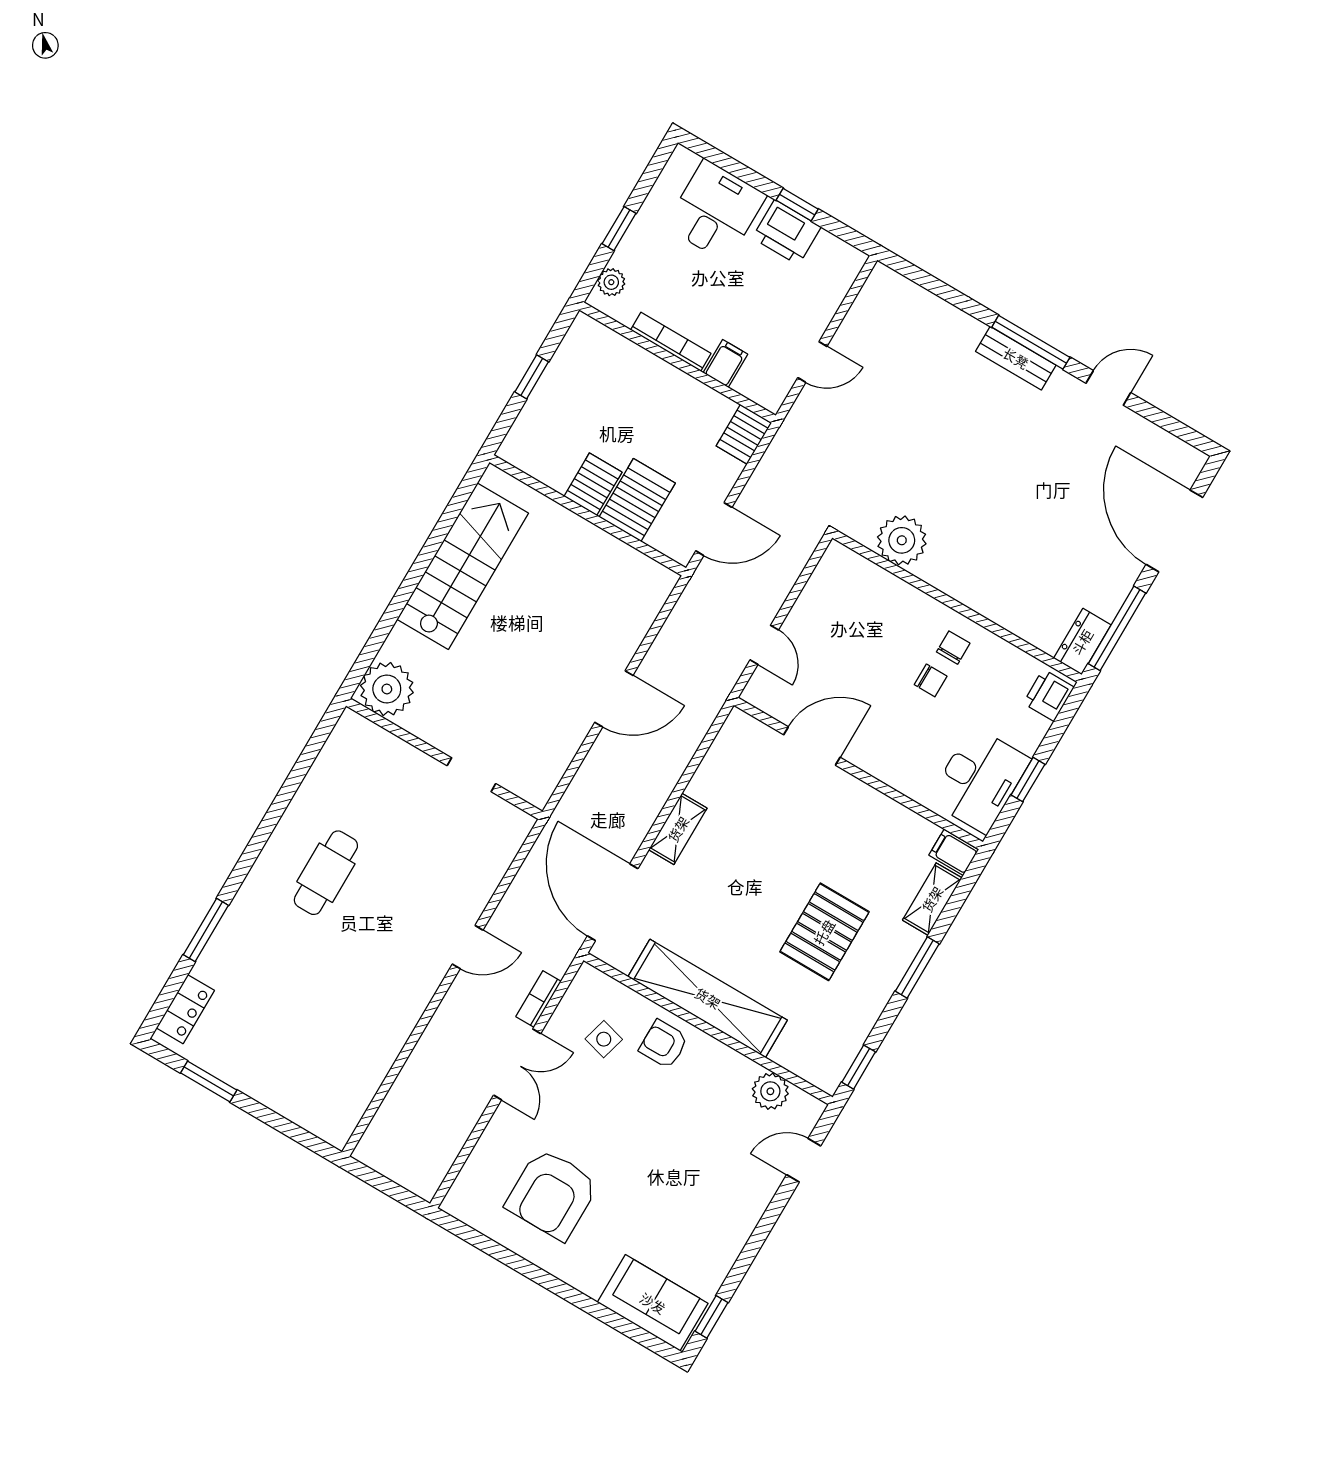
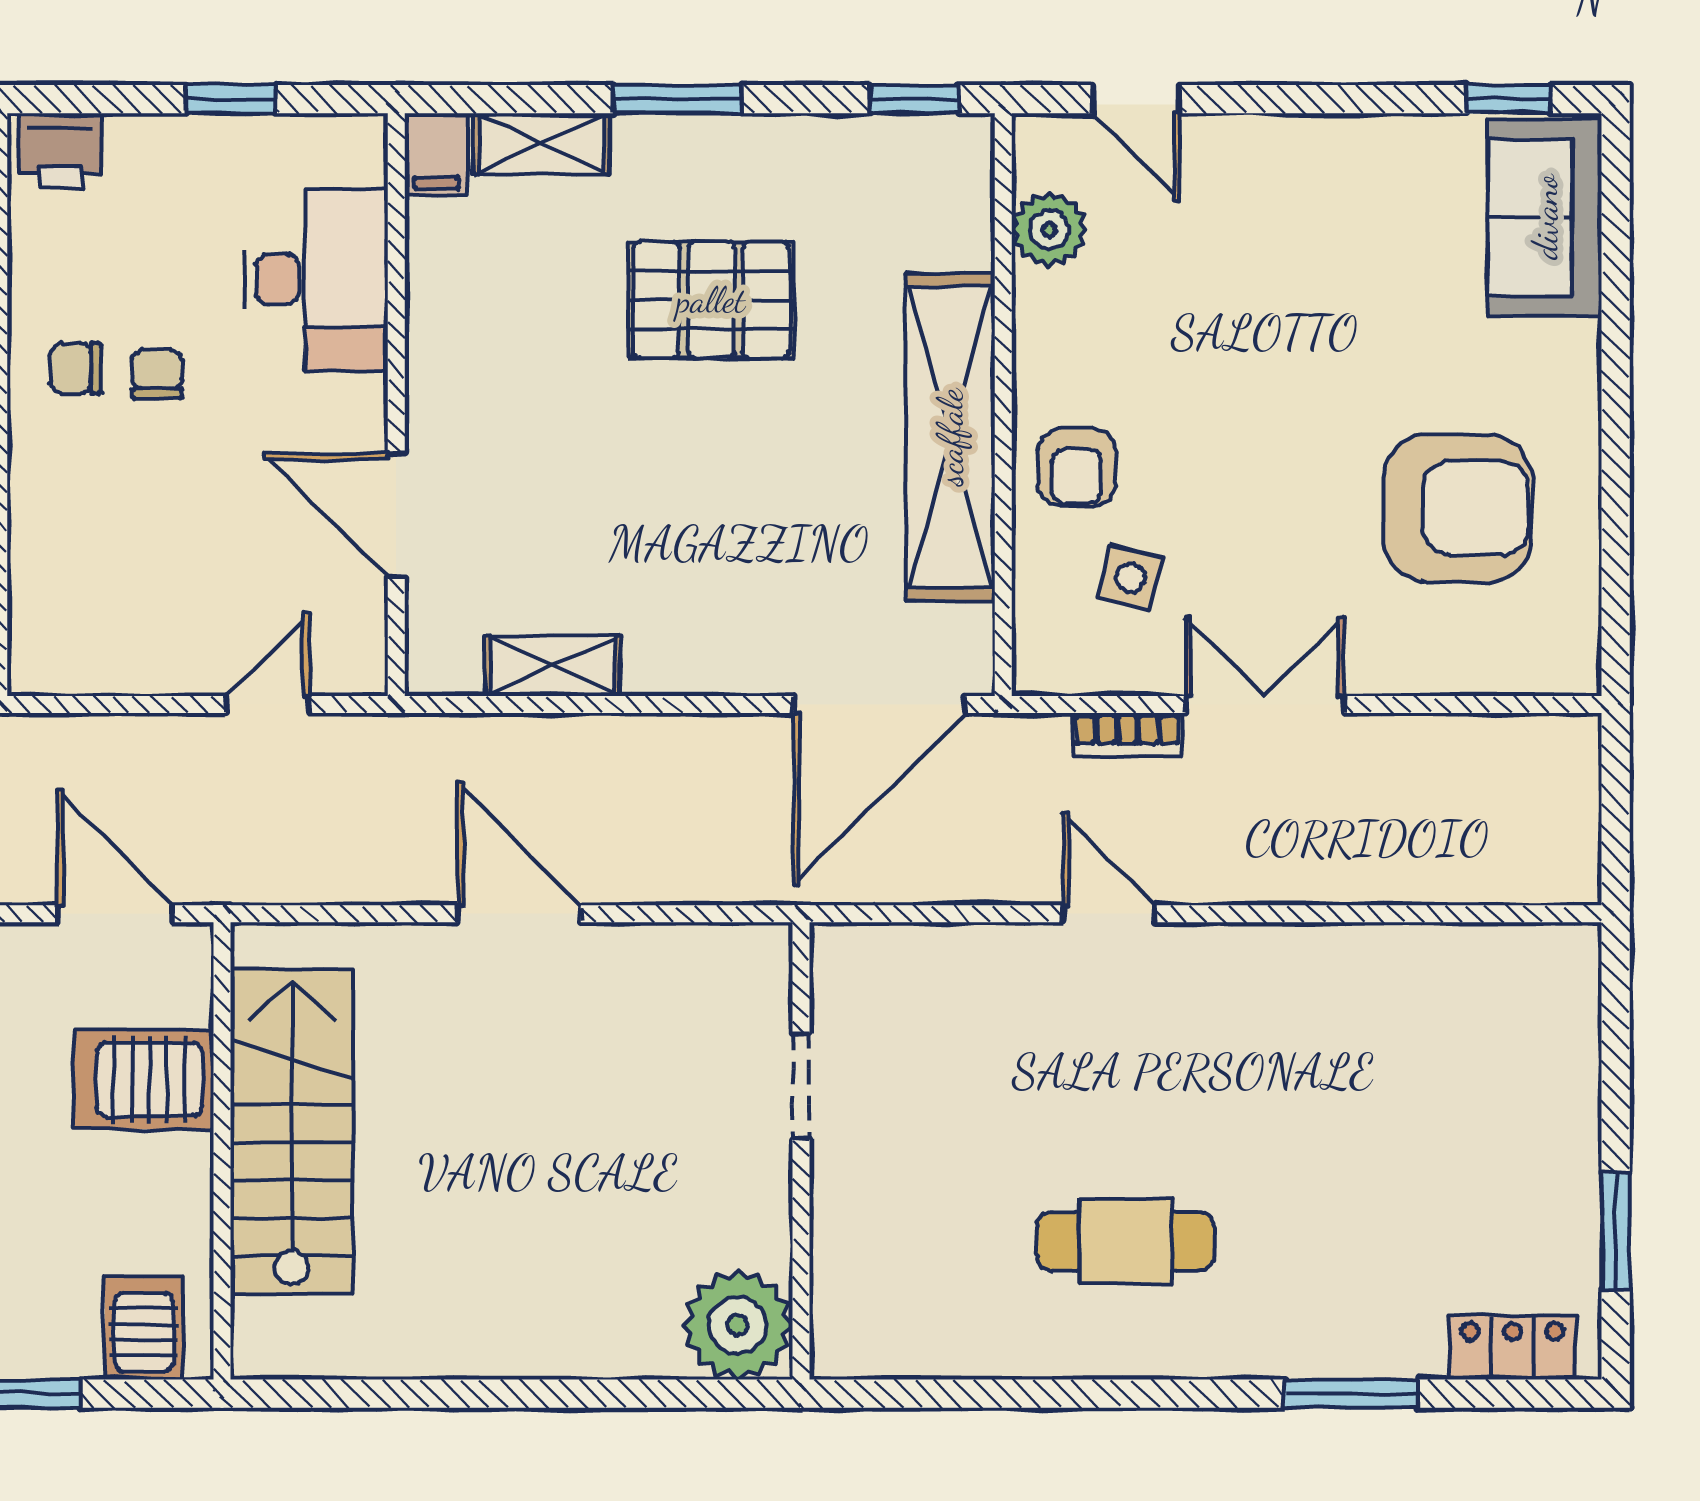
server rack: (593, 484) -> (144, 1328), moved, turned 90
stairs: (463, 566) -> (292, 1131), moved, turned 90
desk: (979, 780) -> (316, 279), moved, turned 90
shelving: (678, 829) -> (553, 666), moved

